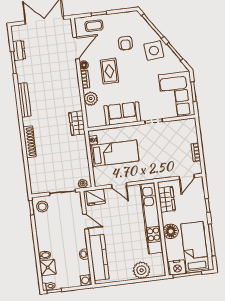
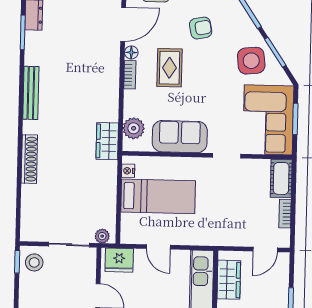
armchair: (125, 43) -> (201, 28), turned -101
side table: (154, 51) -> (251, 61), moved
plant: (91, 99) -> (134, 128), moved
cot: (190, 131) -> (281, 178), added

